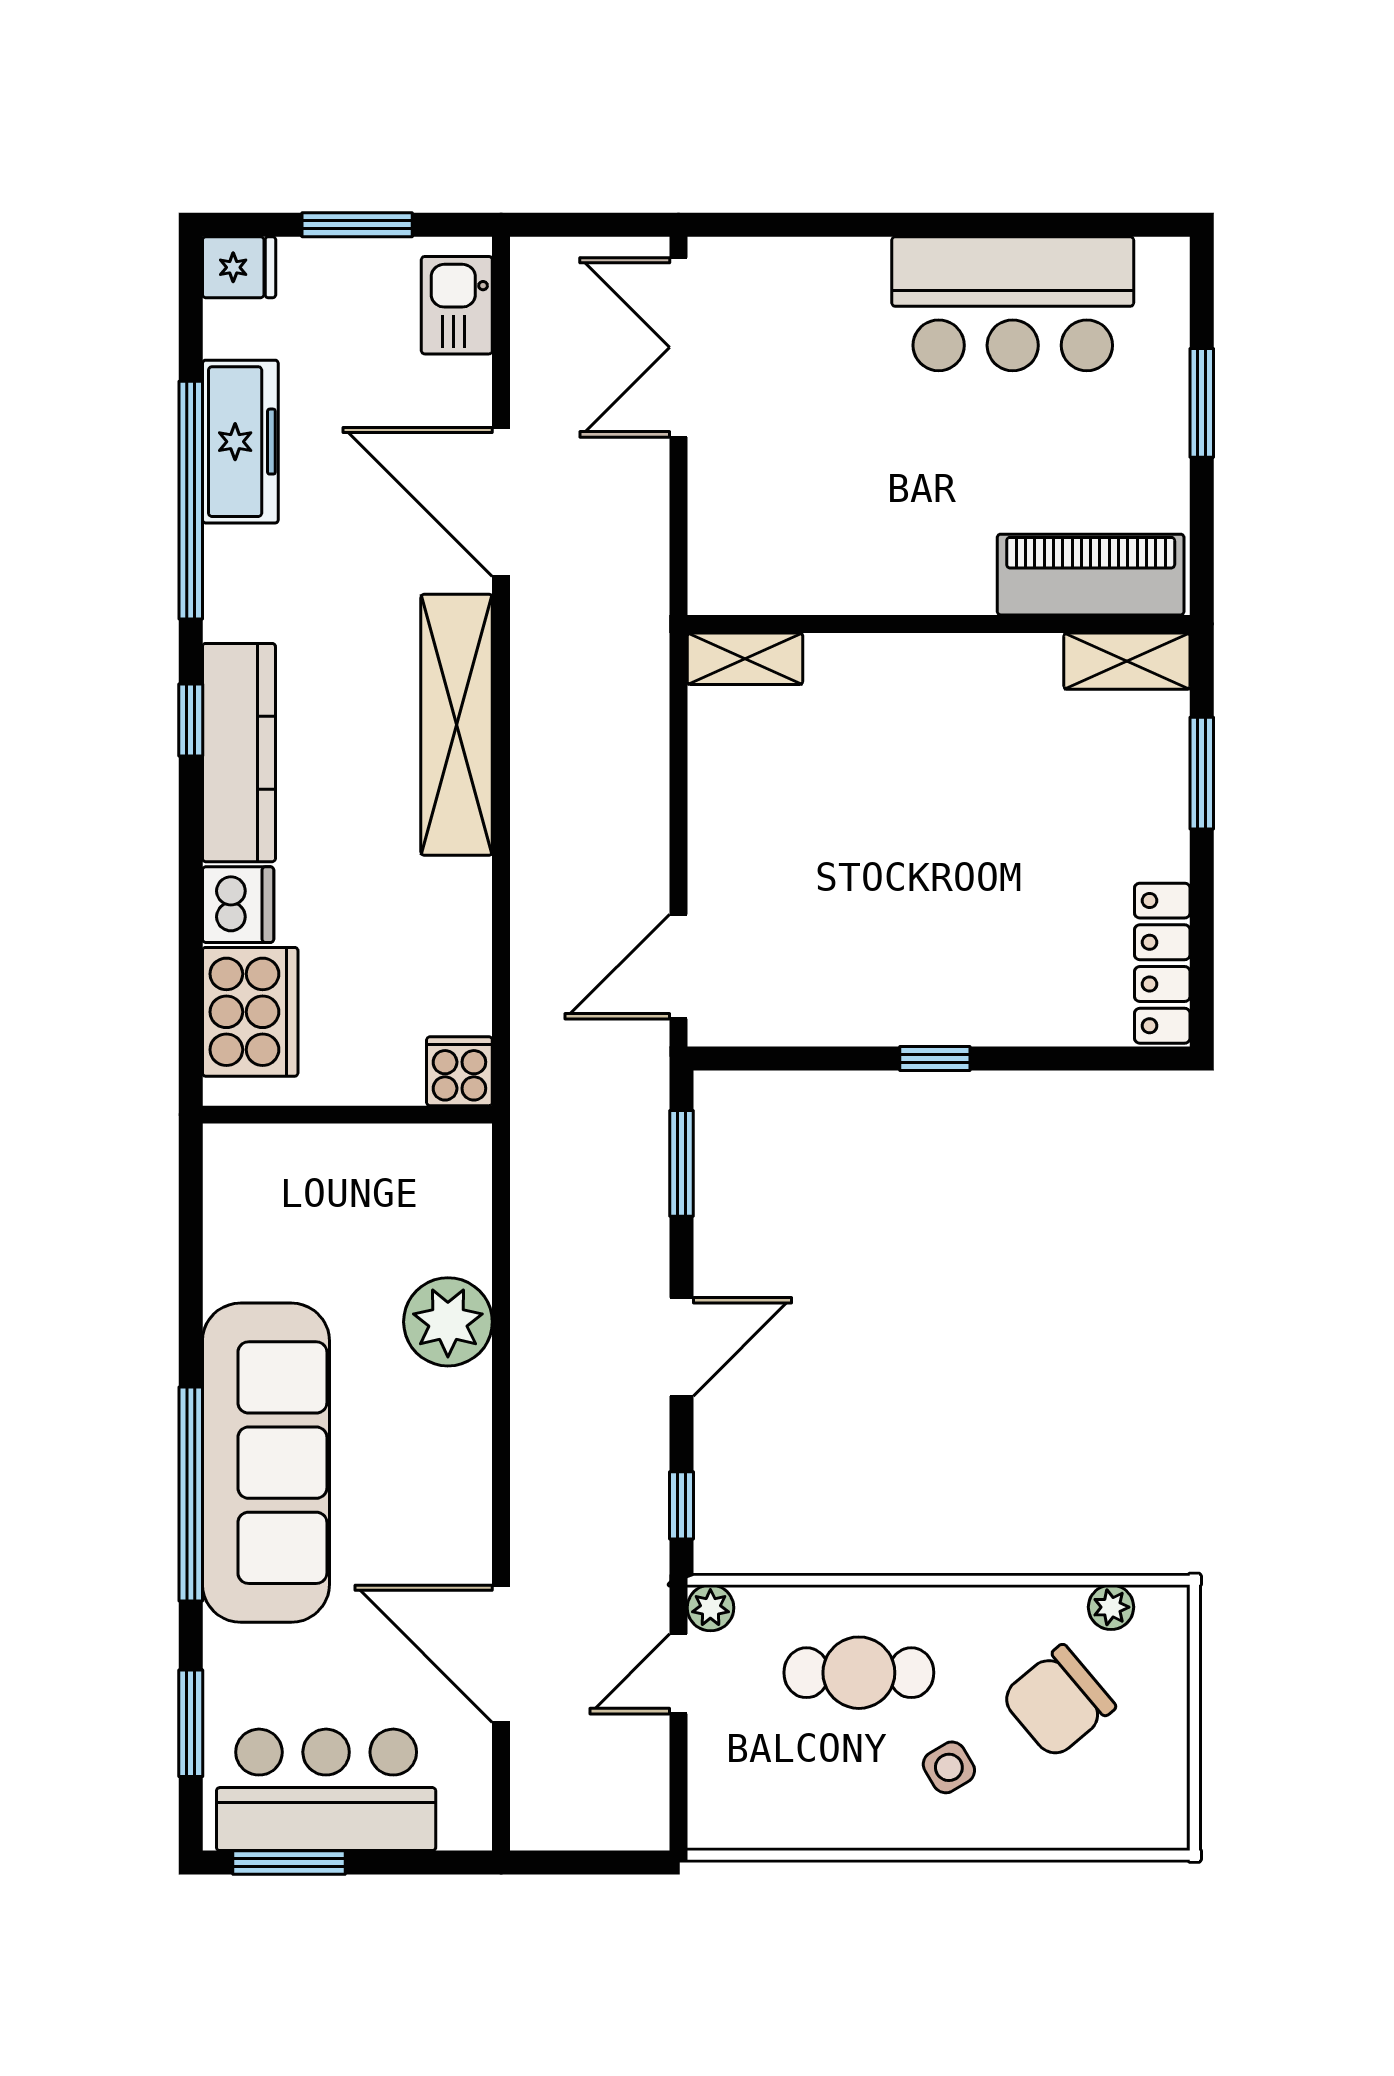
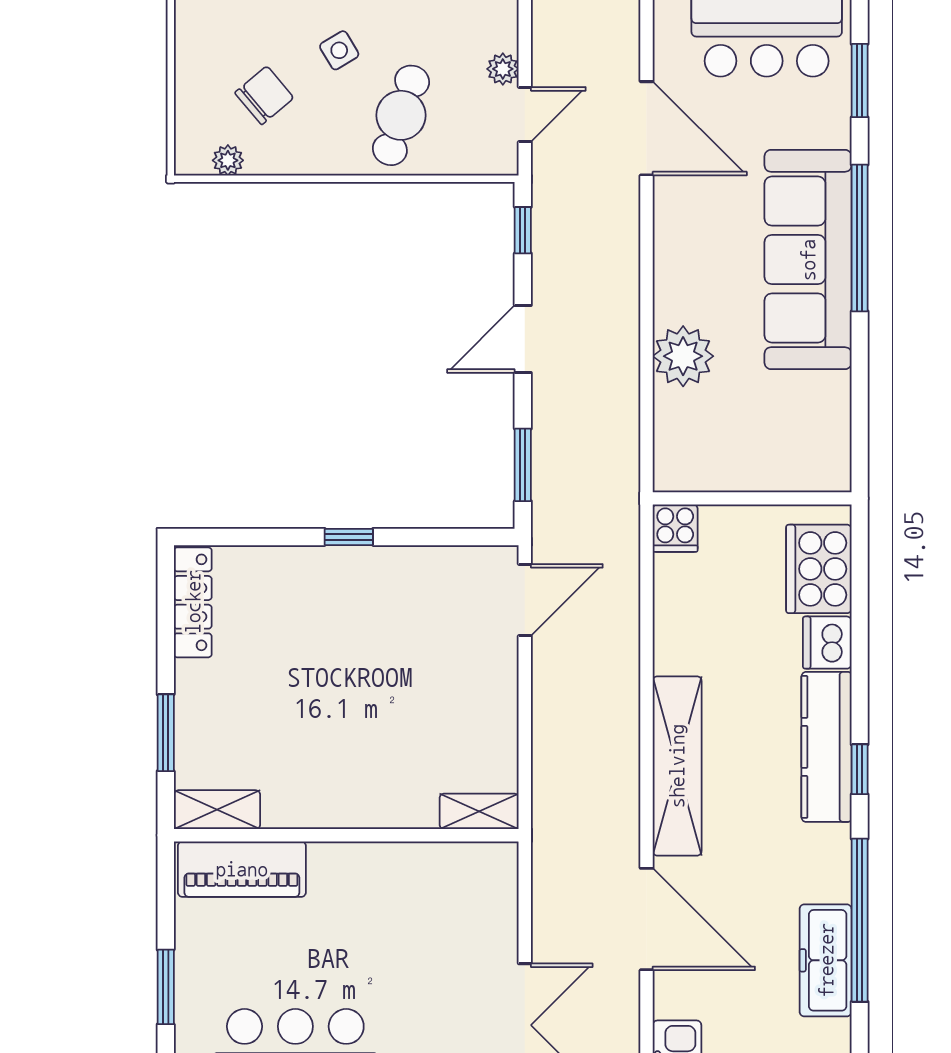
plant: (710, 1608) -> (503, 69), moved
cafe table: (859, 1673) -> (401, 115), turned -72
chair: (1058, 1702) -> (264, 95), width x0.73, depth x0.73

